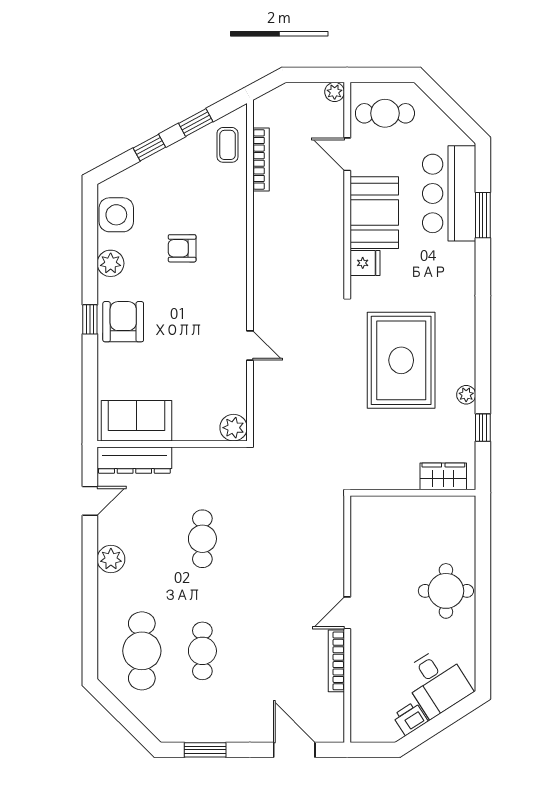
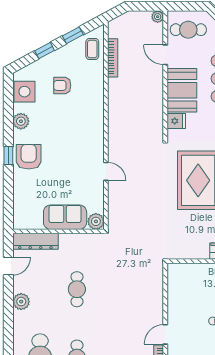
armchair: (182, 248) -> (62, 85), moved
sofa: (137, 421) -> (65, 217), moved

